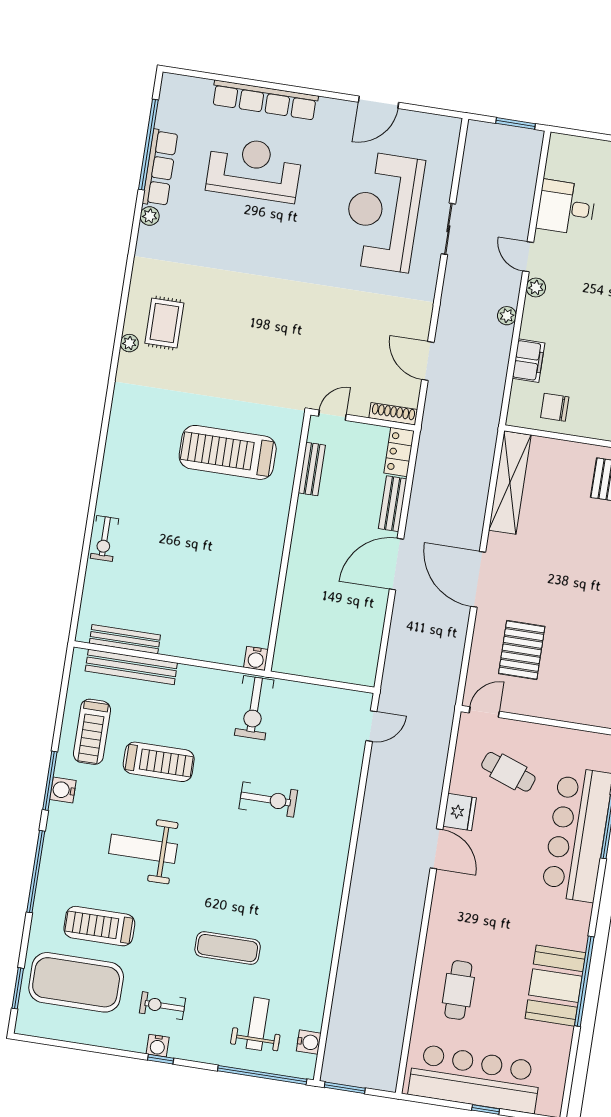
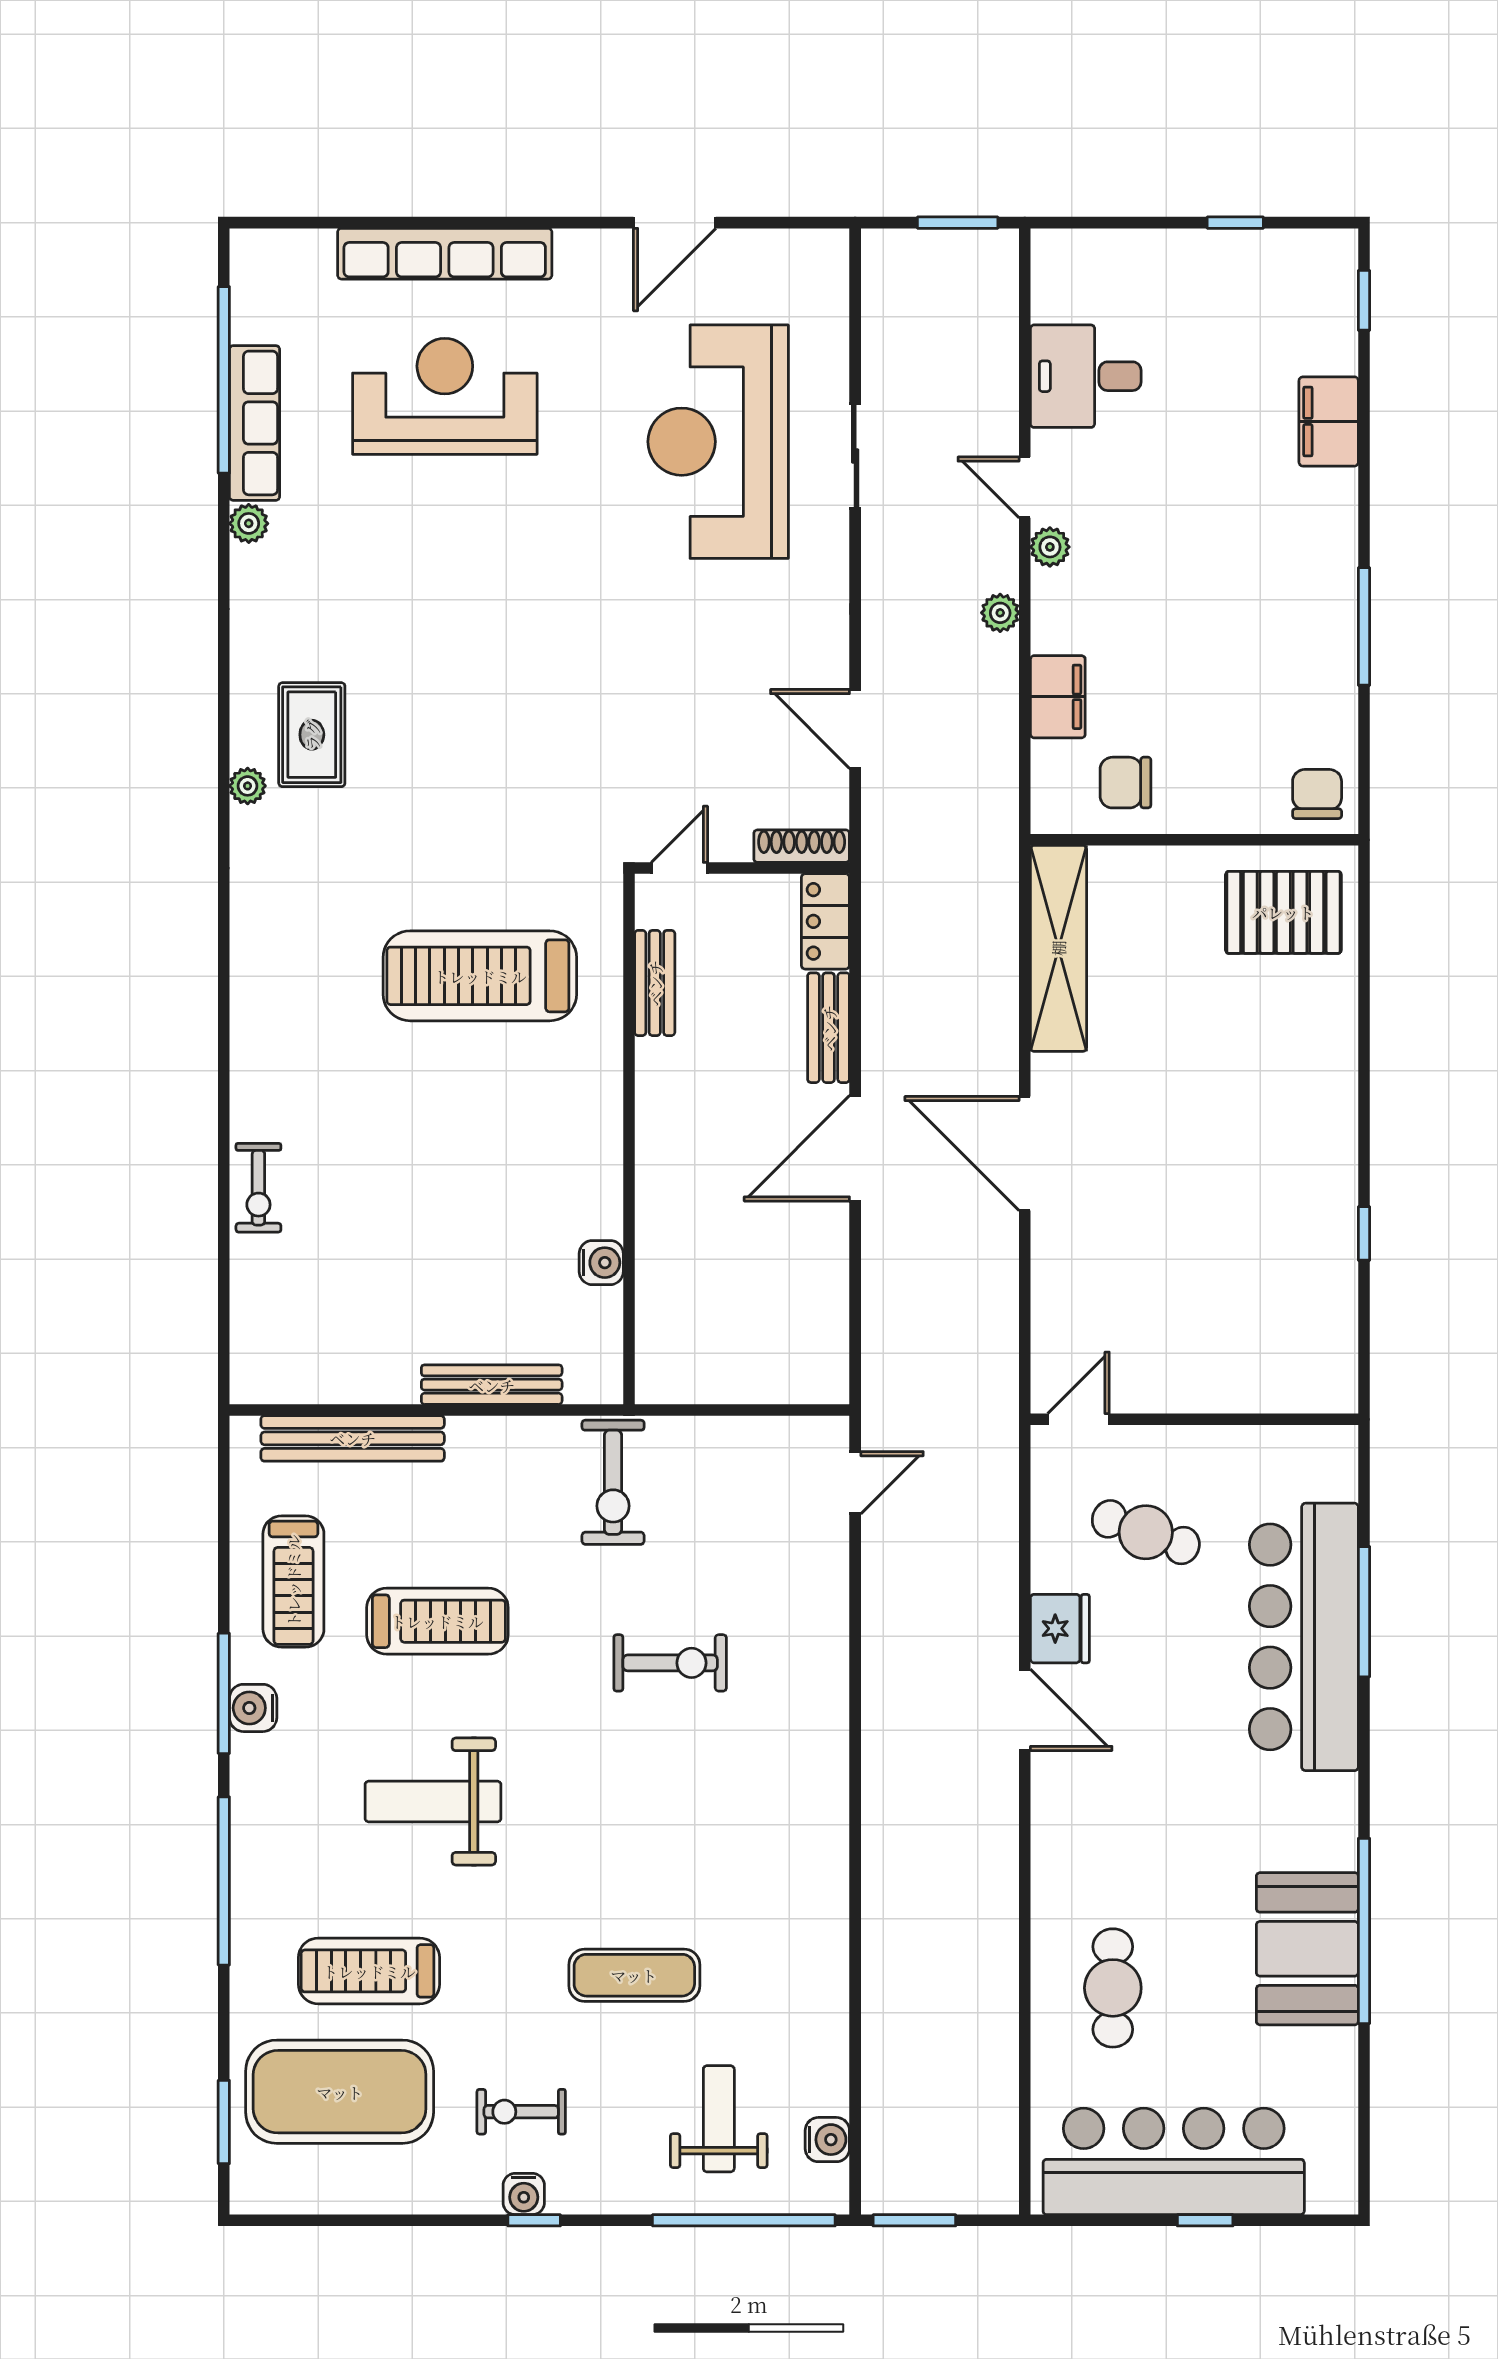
bench: (125, 639) -> (492, 1385), moved
pallet: (522, 650) -> (1135, 1282), removed
water cooler: (256, 658) -> (601, 1263), moved, turned -90

